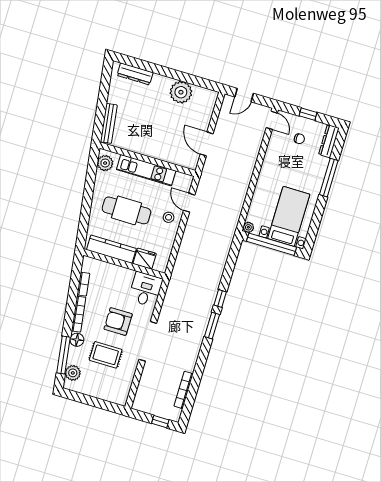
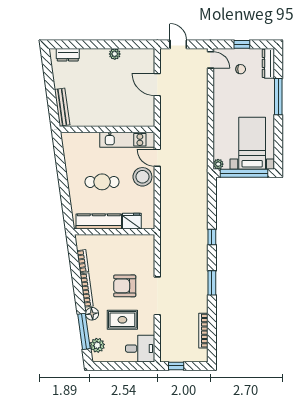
dresser: (135, 74) -> (68, 55), width x0.70
plant: (181, 92) -> (115, 54), width x0.53, depth x0.53
door: (244, 95) -> (178, 44), swing flipped
door: (207, 144) -> (157, 85), moved
plant: (105, 163) -> (70, 144), removed
kitchen unit: (146, 170) -> (127, 140), moved
cafe table: (126, 210) -> (102, 182), width x0.73, depth x0.74
stool: (169, 217) -> (142, 177), width x1.89, depth x1.89
desk: (146, 289) -> (140, 349), moved, turned 90
window: (212, 326) -> (212, 283), moved
window: (160, 422) -> (176, 366), moved

